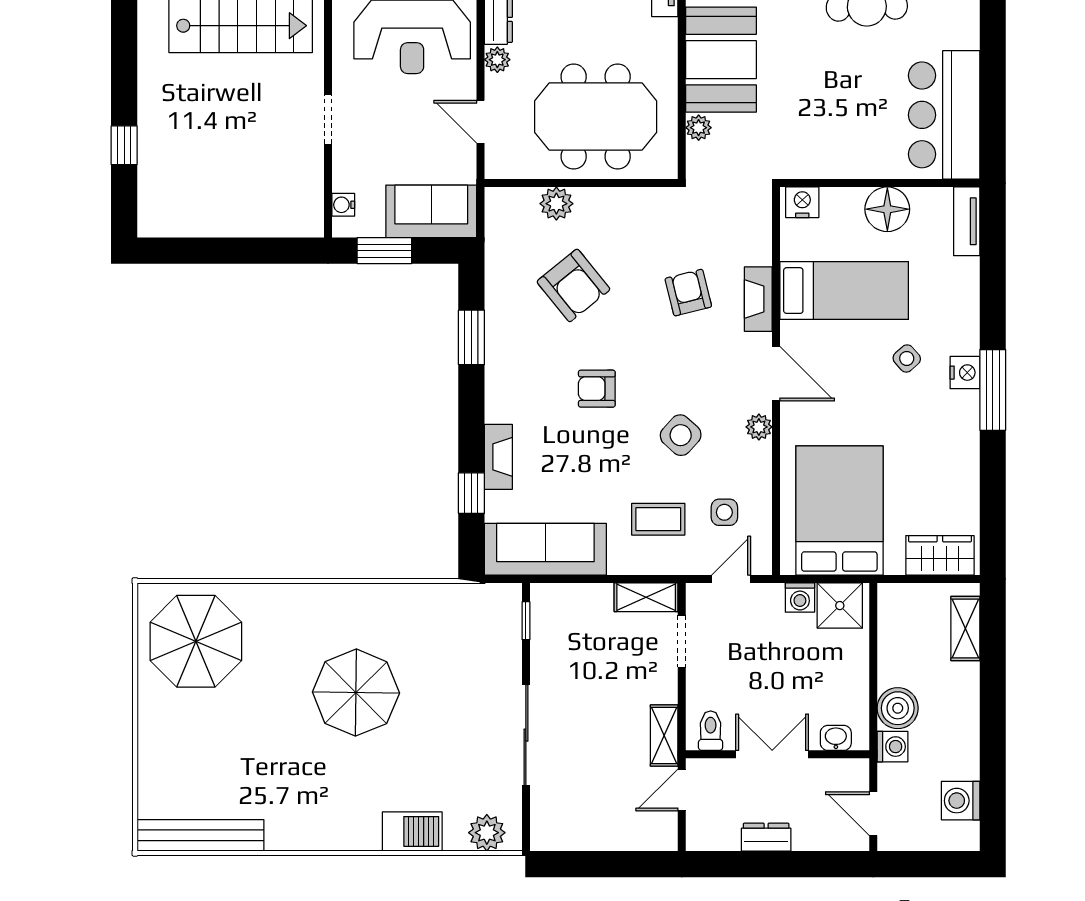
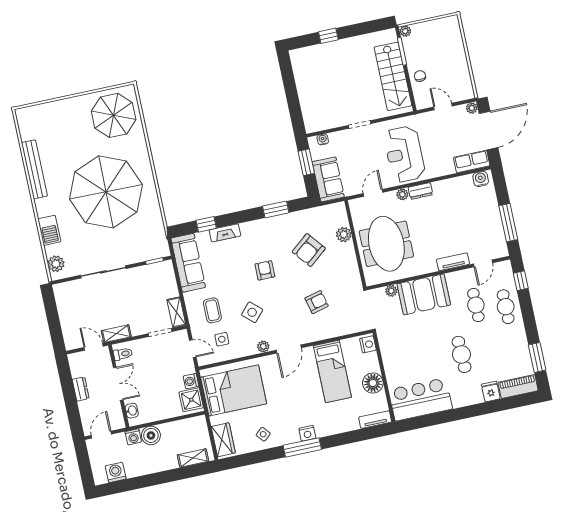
fireplace: (758, 299) -> (320, 334), removed
side table: (907, 358) -> (263, 434), moved
parasol: (356, 693) -> (106, 192), width x1.86, depth x1.86
bench: (200, 835) -> (34, 169), moved

